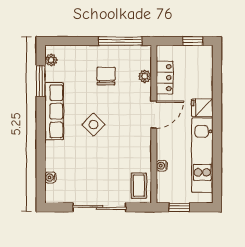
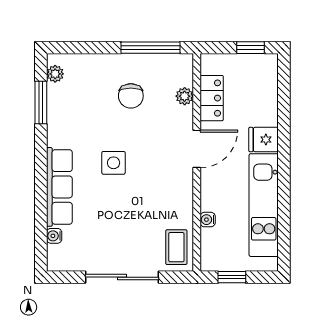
chair: (106, 76) -> (131, 96), turned 180
row of seats: (54, 111) -> (59, 187), moved
side table: (93, 125) -> (114, 163), turned 45

